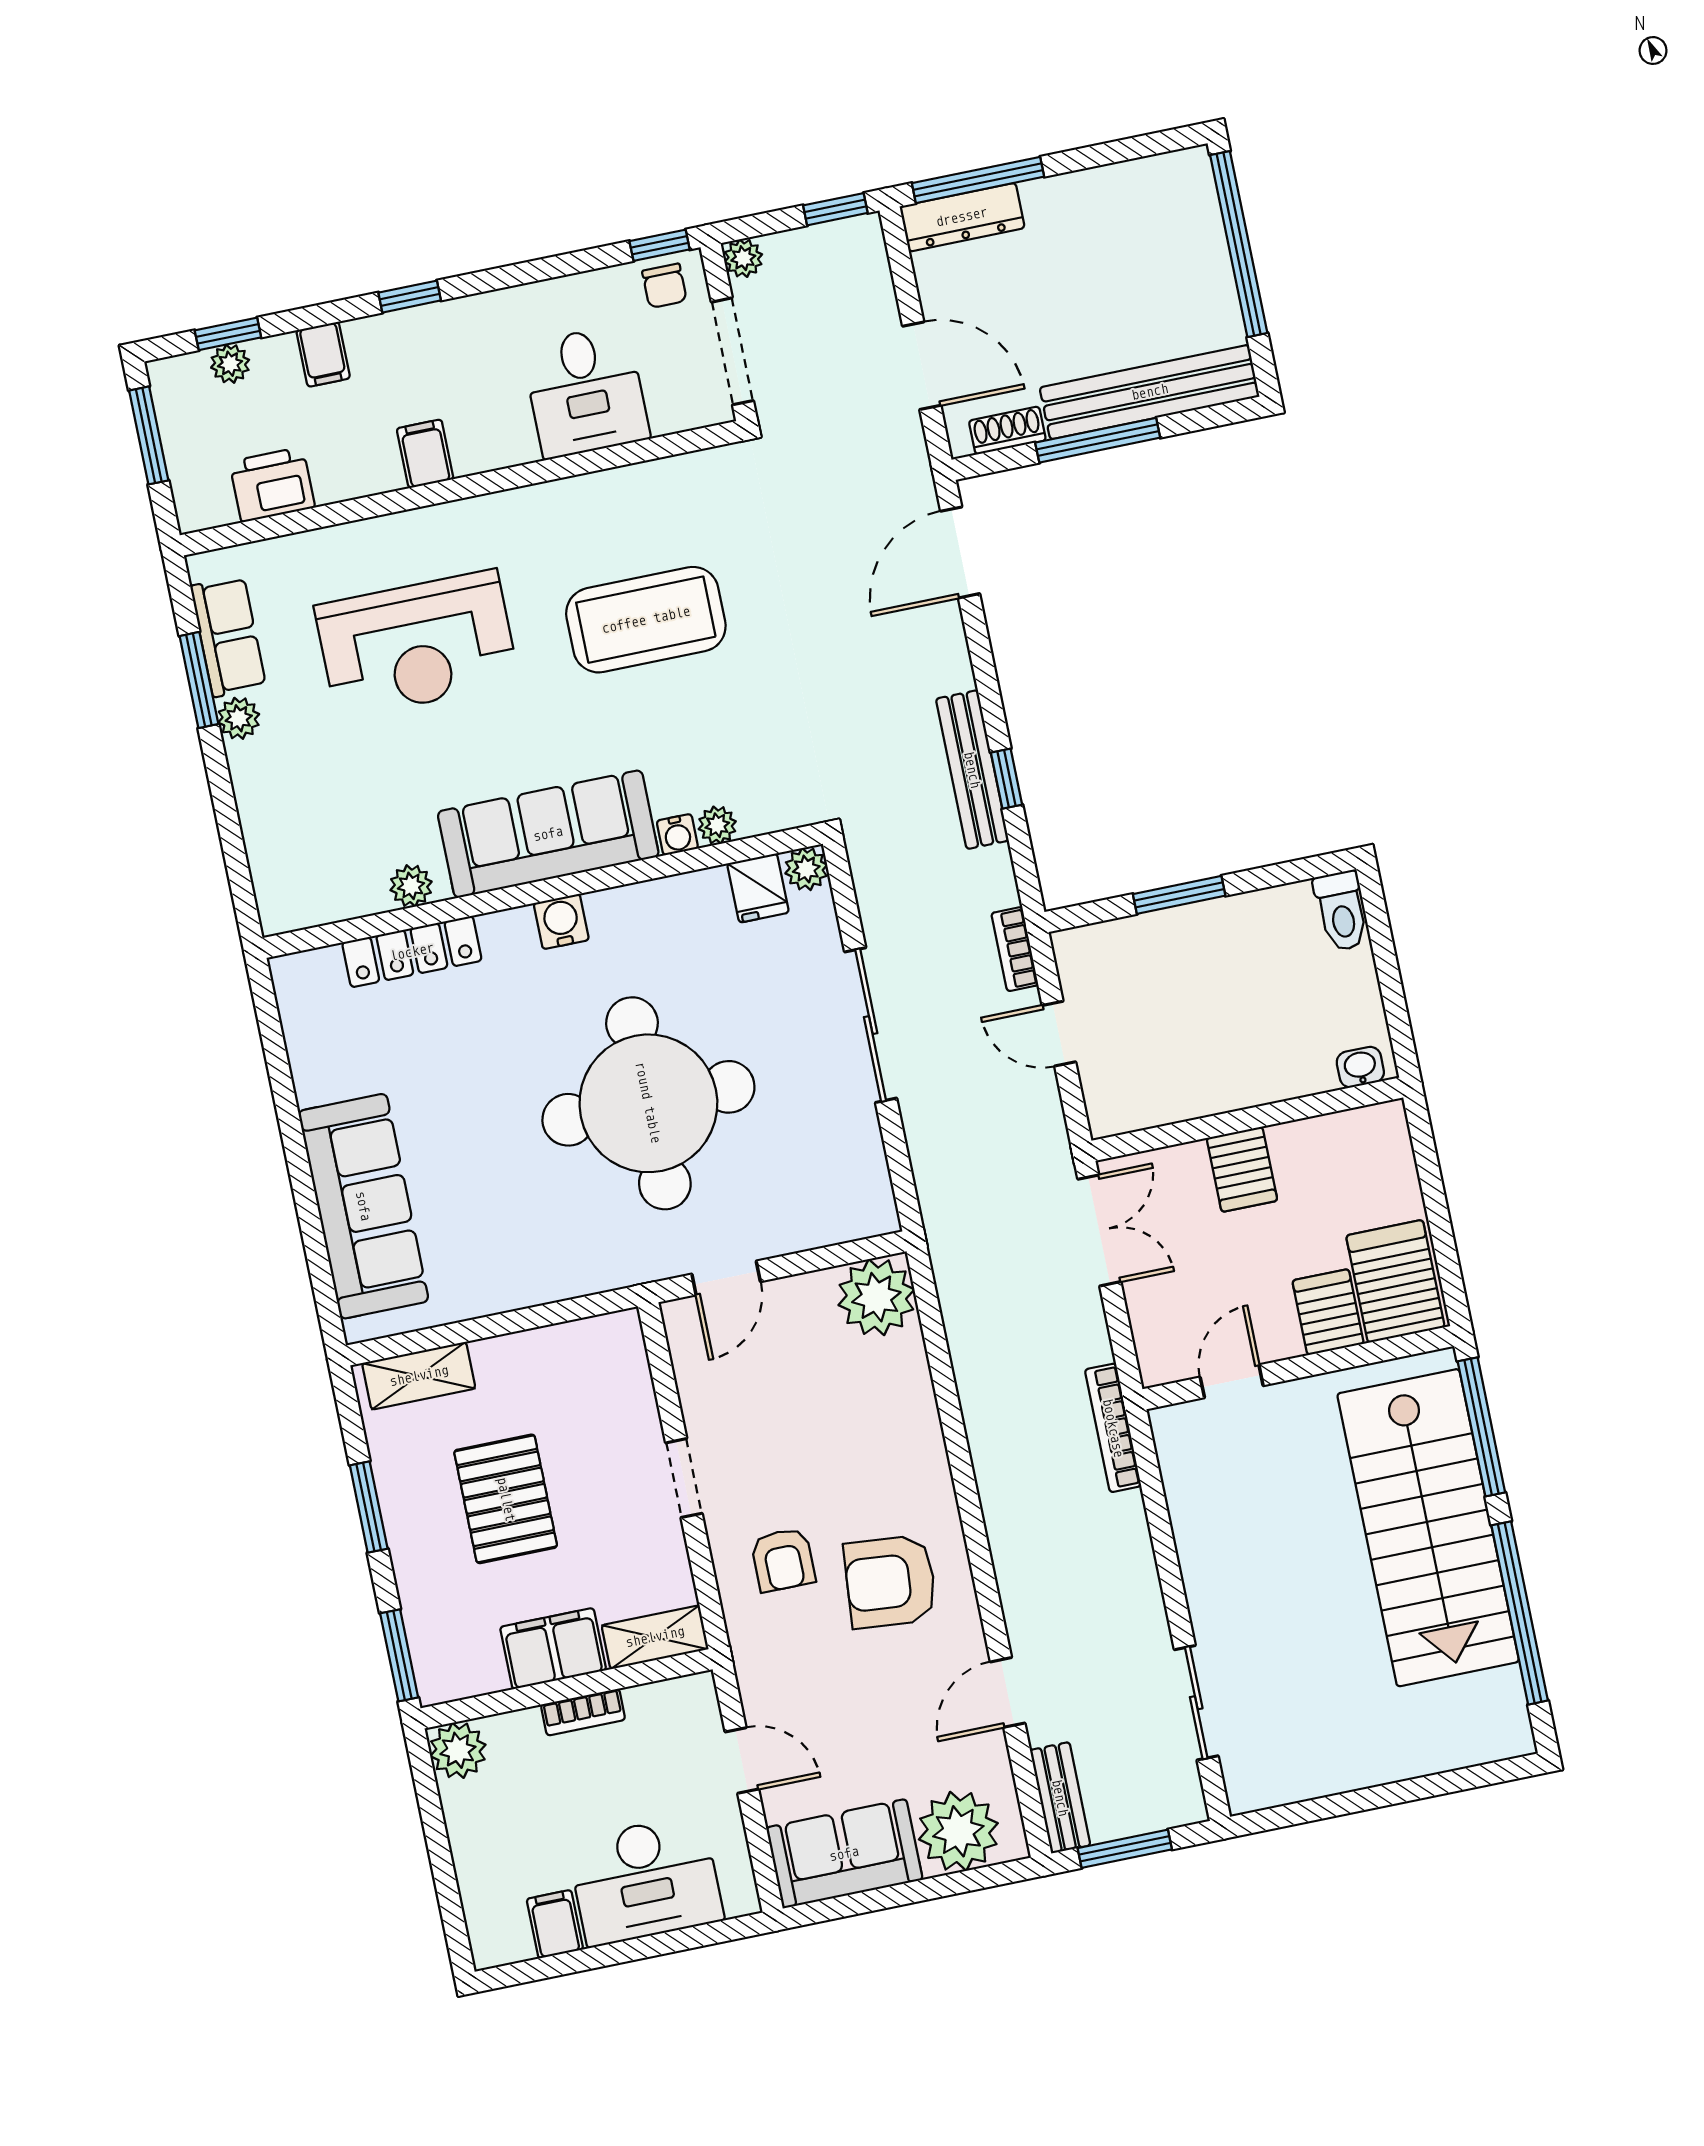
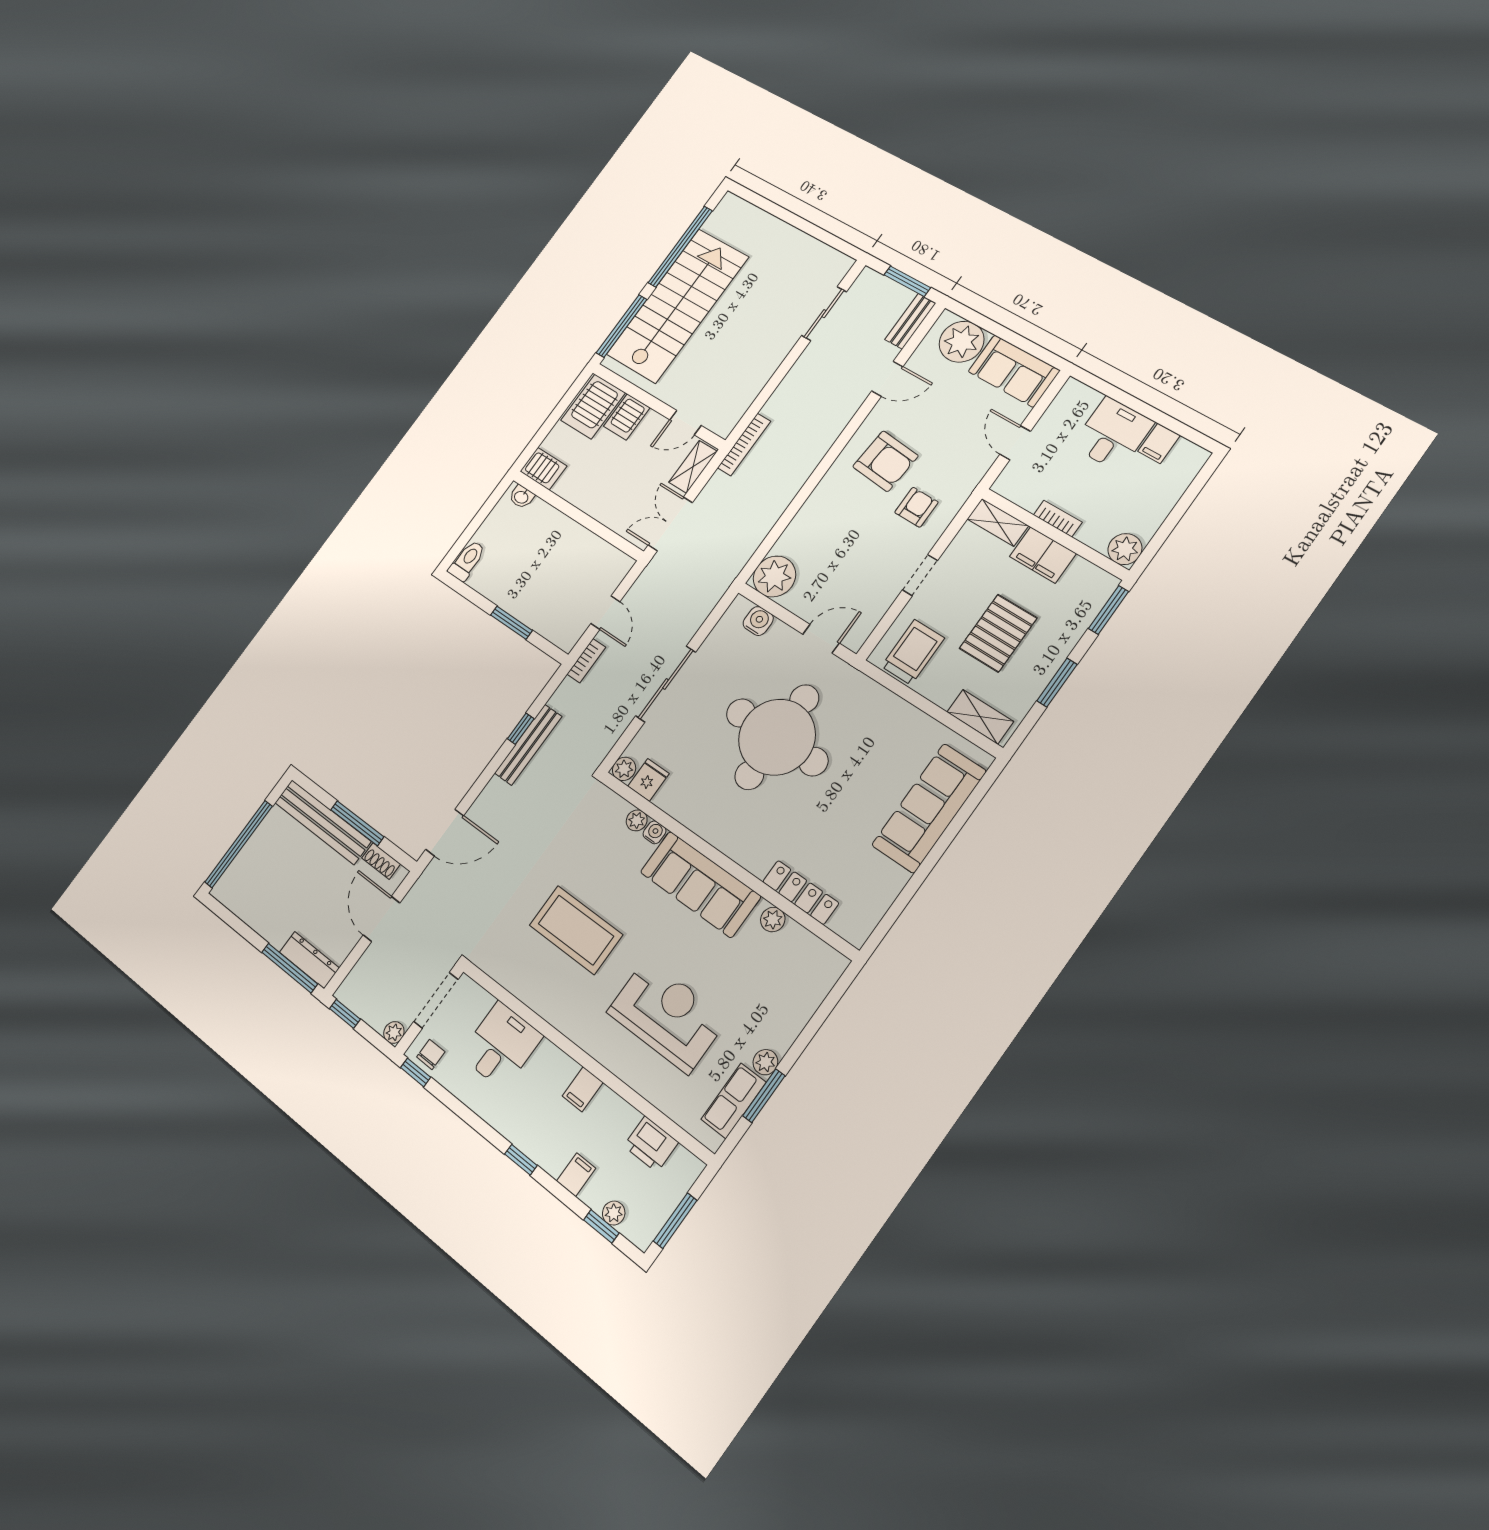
water cooler: (561, 922) -> (758, 621), moved, turned 180
server rack: (1242, 1169) -> (543, 469), moved, turned 90
shelving: (1153, 1333) -> (693, 467), added
trolley: (588, 1374) -> (913, 652), added
desk: (645, 1880) -> (1113, 434), width x0.73

